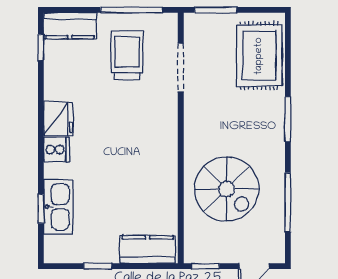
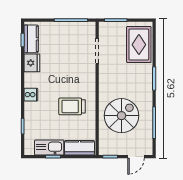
kitchen counter: (70, 26) -> (31, 39), moved, turned -90
trolley: (127, 55) -> (72, 106), moved, turned -90
fridge: (58, 119) -> (32, 63), moved
spiral stairs: (227, 189) -> (122, 116), turned -90
kitchen sink: (58, 207) -> (49, 148), moved, turned -90

